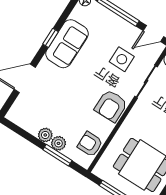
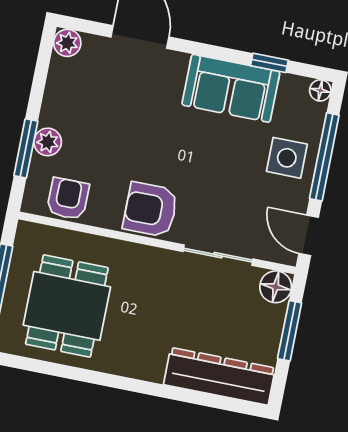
window: (51, 38) -> (269, 63), moved
side table: (122, 59) -> (287, 158), moved
plant: (45, 135) -> (67, 43), moved

